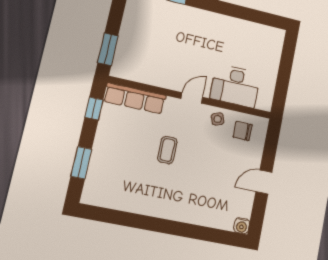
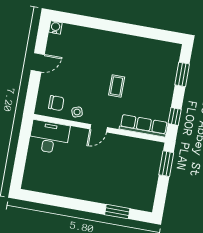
desk: (235, 86) -> (49, 137), moved

